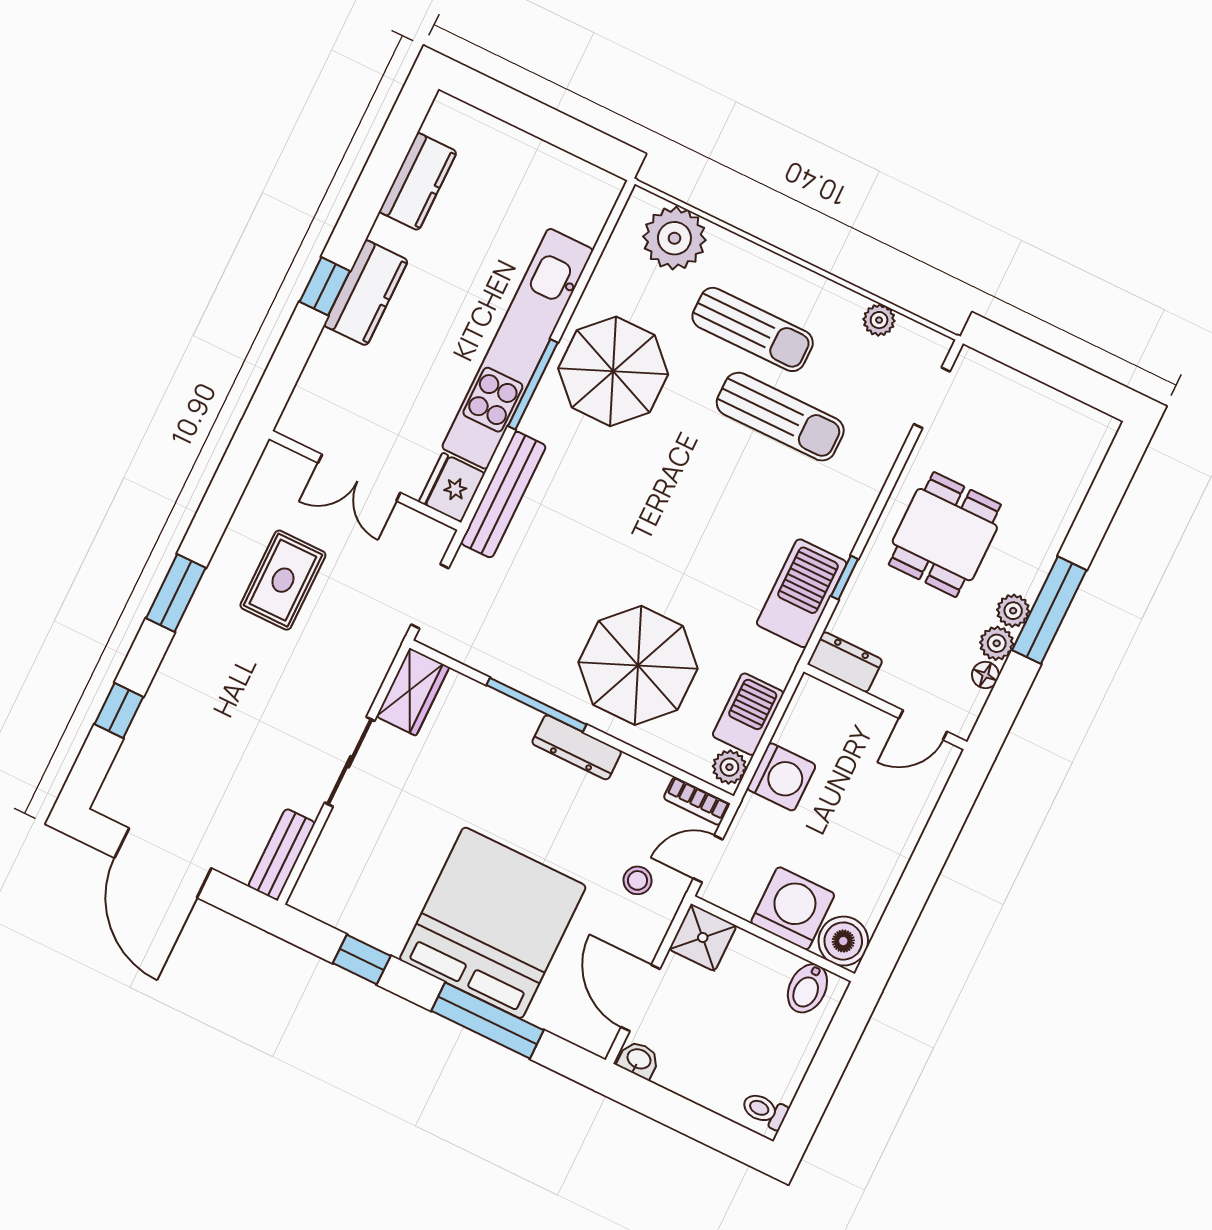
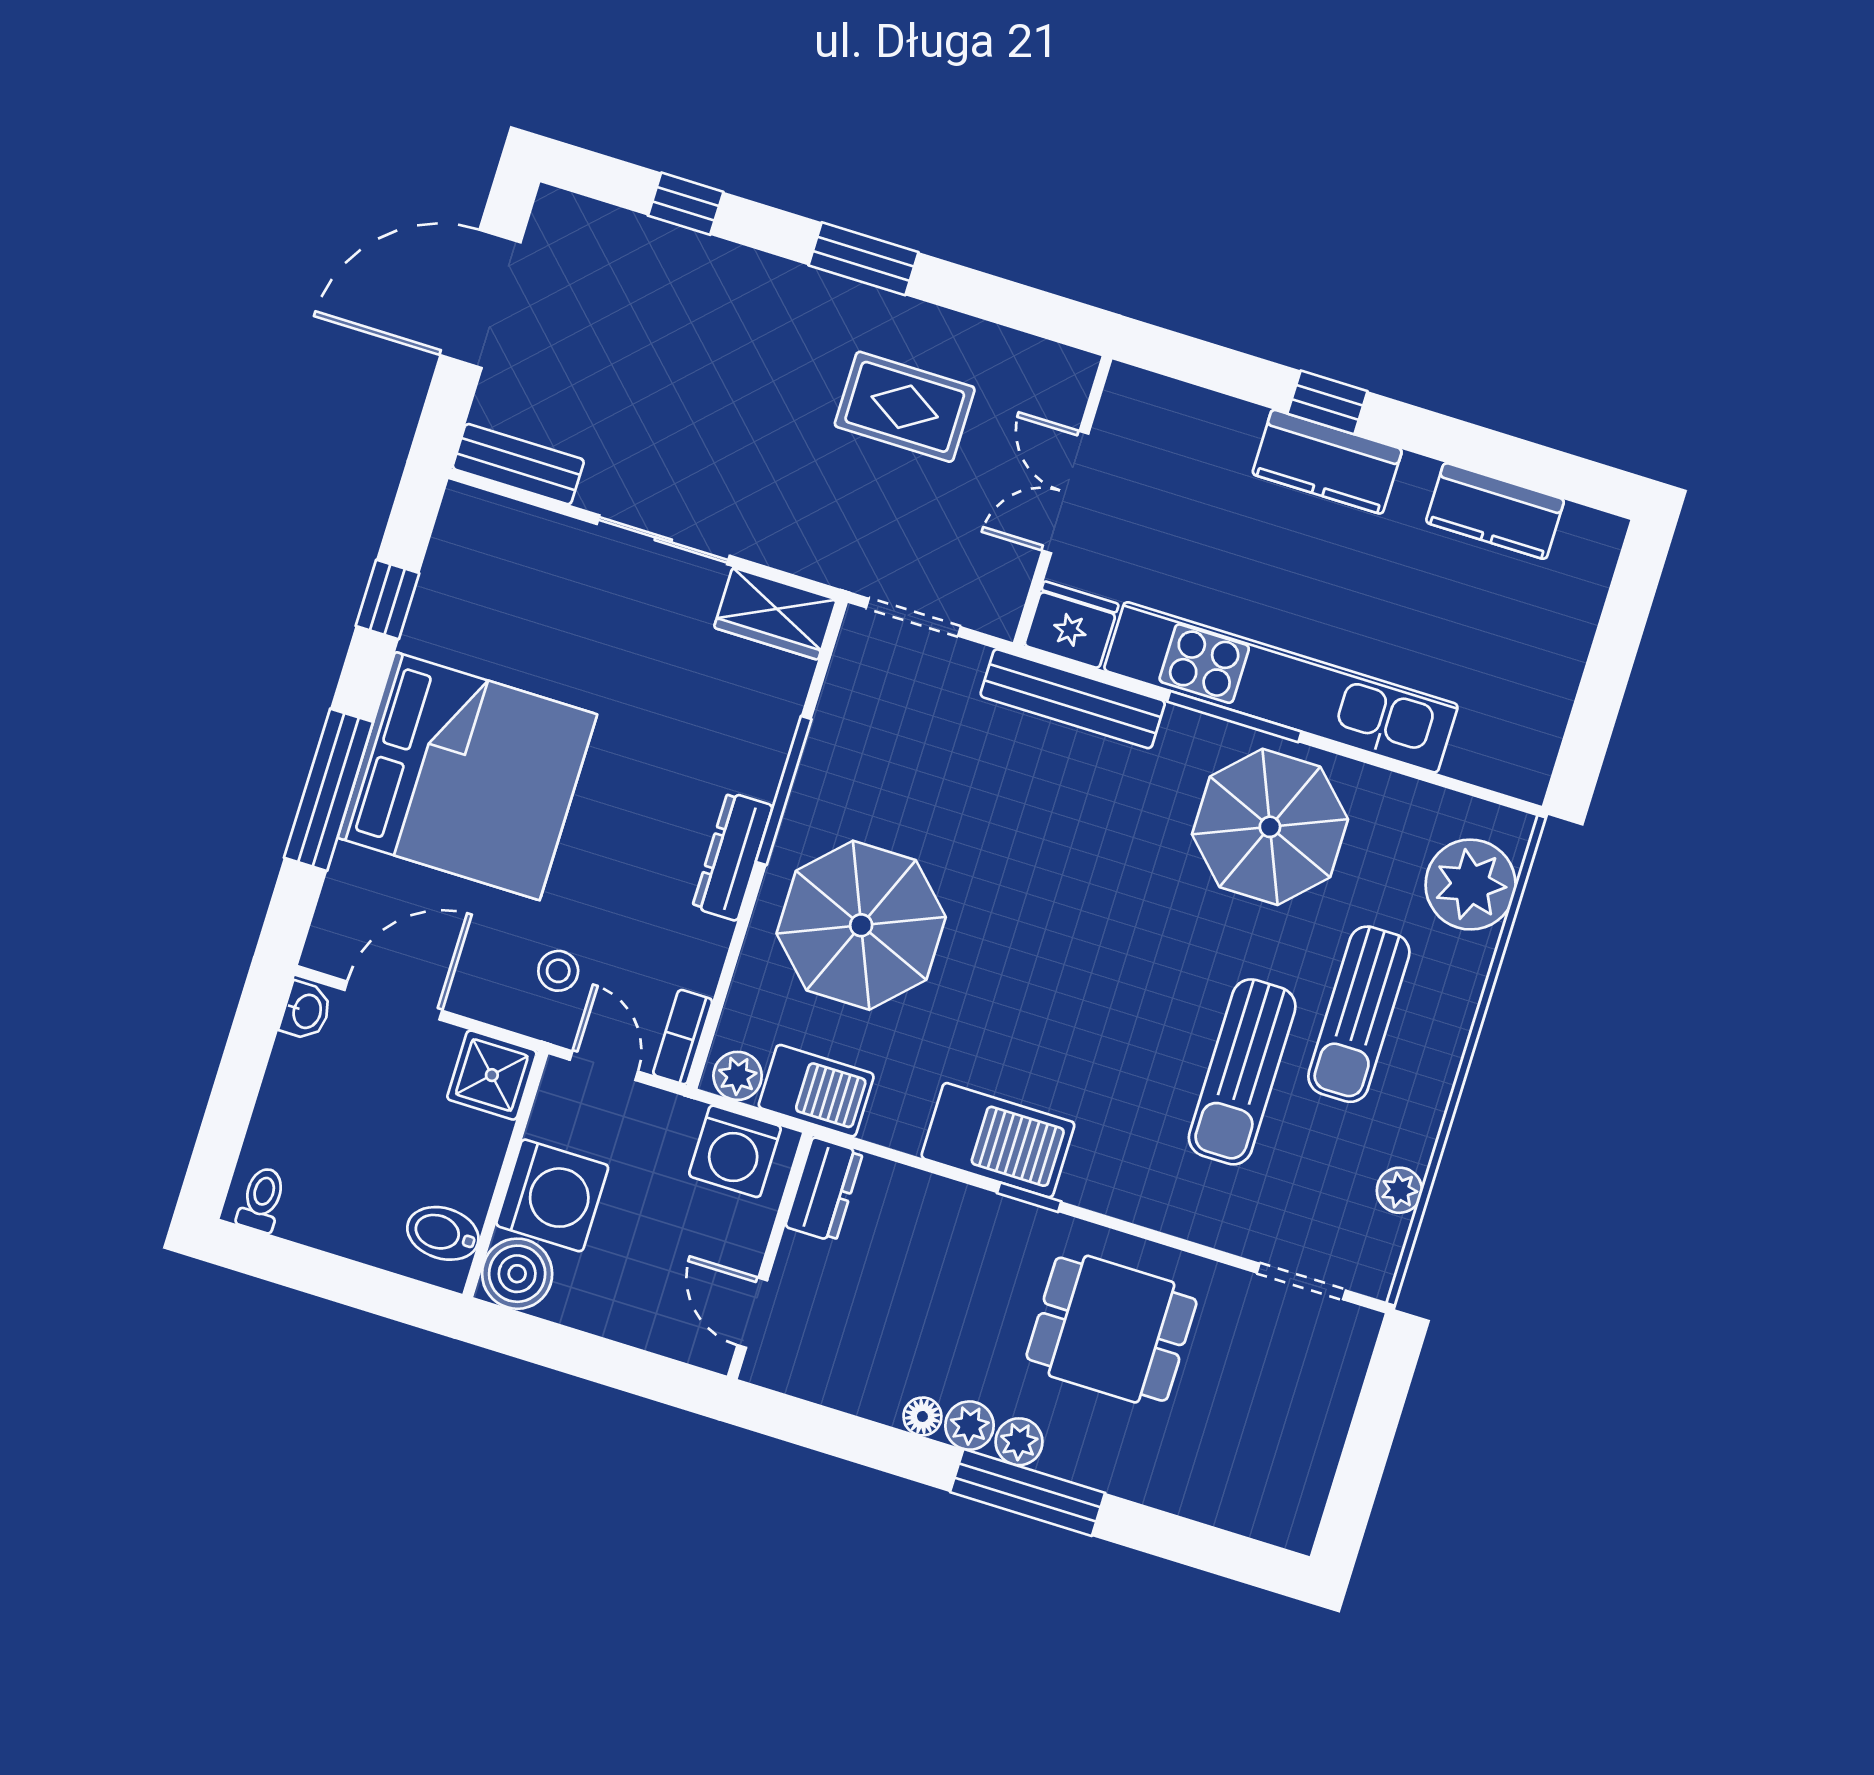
dresser: (845, 662) -> (824, 1189), moved
wall: (886, 707) -> (770, 1256), moved
door: (923, 725) -> (752, 1313), moved

